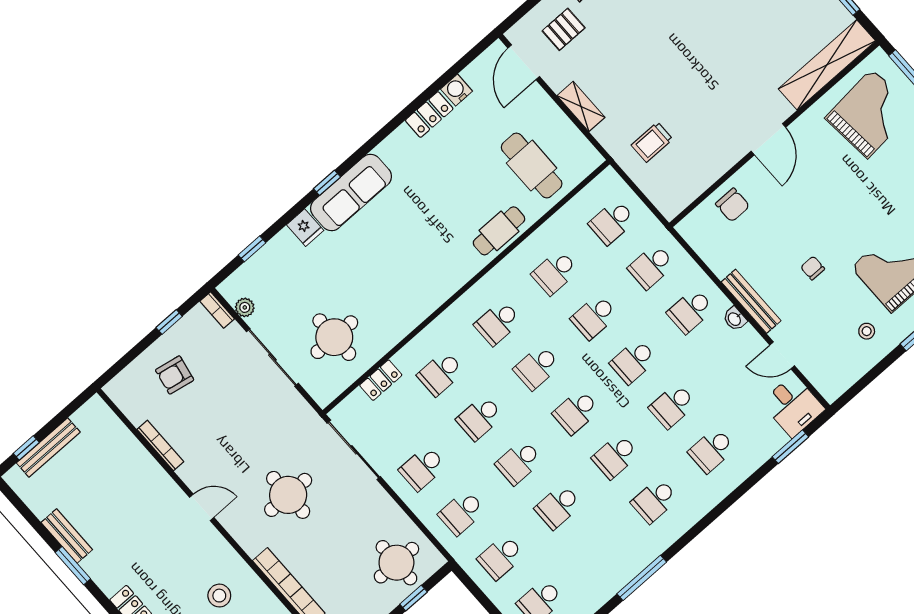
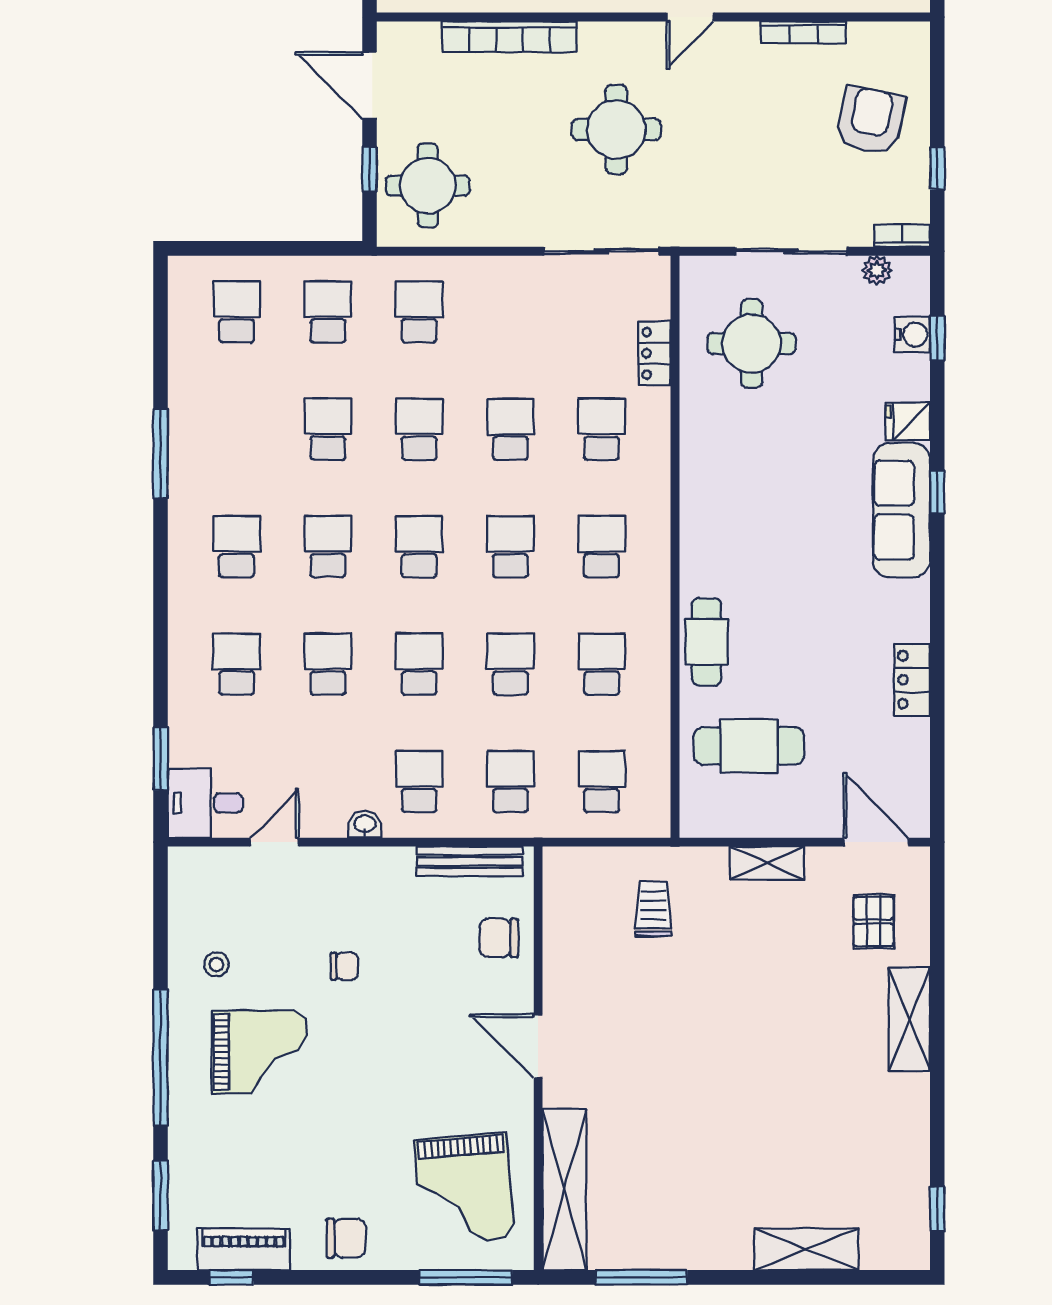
water cooler: (457, 90) -> (912, 335), moved
bench: (751, 301) -> (470, 861), moved
armchair: (175, 375) -> (870, 120), width x1.38, depth x1.38
school desk: (422, 468) -> (510, 312), removed

